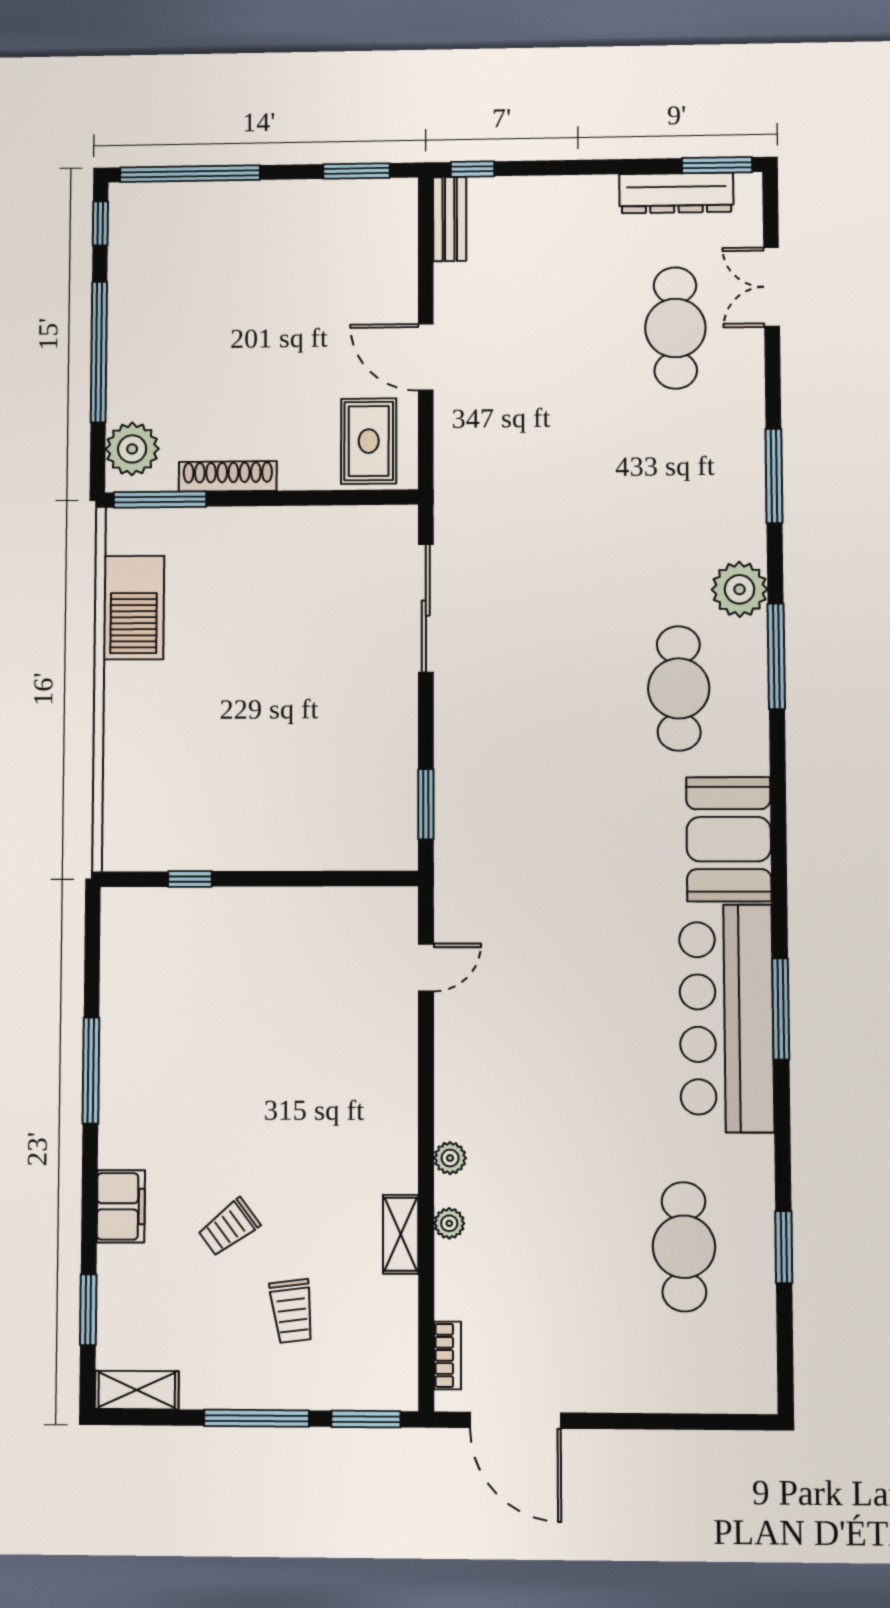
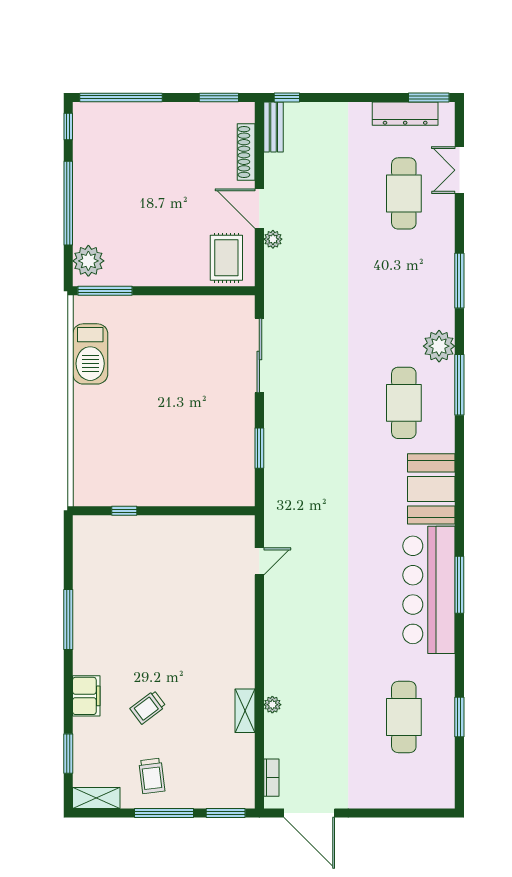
shoe rack: (228, 476) -> (246, 152), moved, turned -90
window: (426, 804) -> (259, 448), moved
plant: (450, 1158) -> (273, 239), moved
trolley: (292, 1311) -> (152, 776), moved

